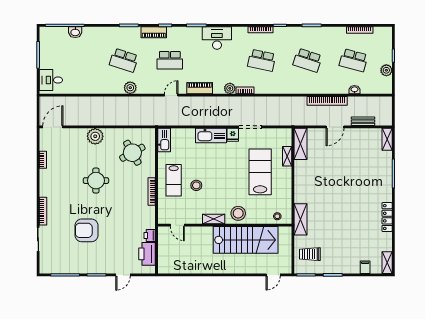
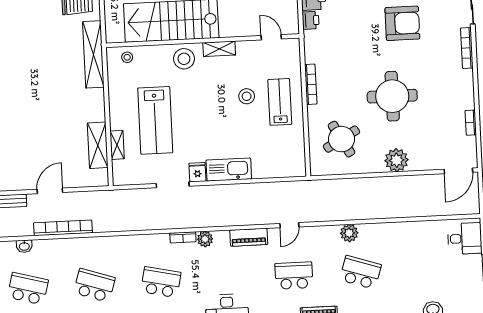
kitchen sink: (164, 140) -> (297, 160), removed
shelving: (300, 144) -> (98, 145), moved
round table: (96, 181) -> (392, 96), width x1.36, depth x1.36
shelving: (300, 219) -> (93, 54), width x1.47

